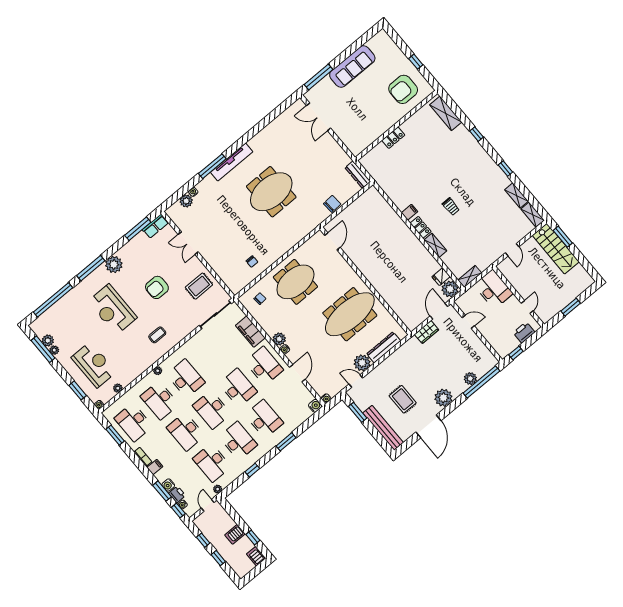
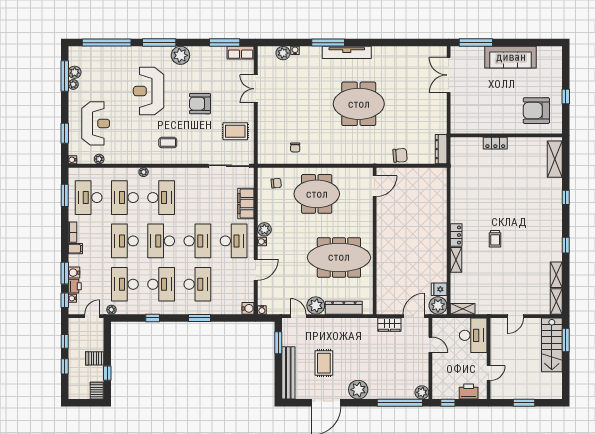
filing cabinet: (410, 212) -> (458, 215), removed
plant: (470, 379) -> (422, 392), moved

